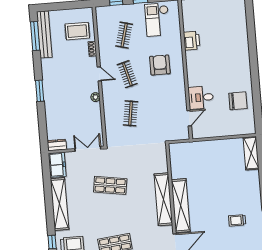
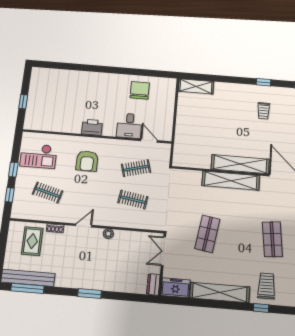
printer: (192, 41) -> (92, 127), moved
armchair: (160, 65) -> (87, 161), turned -90
clothes rail: (127, 74) -> (136, 168), moved

